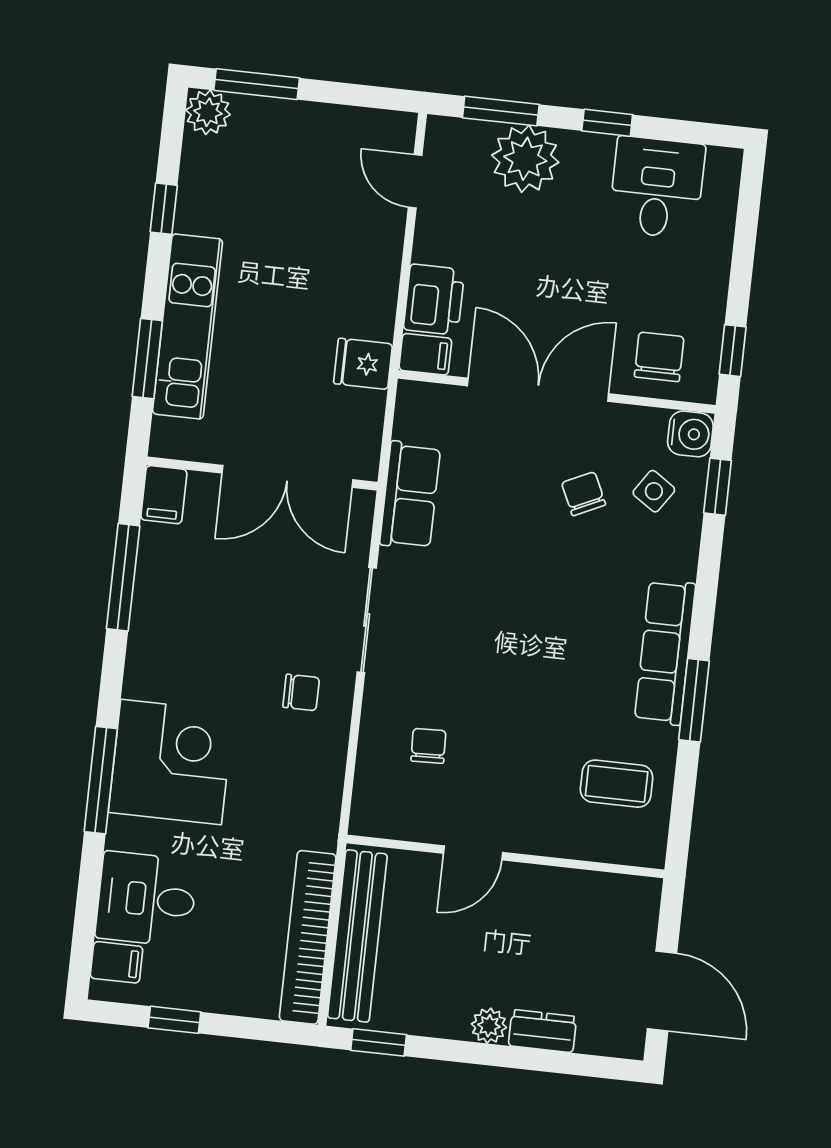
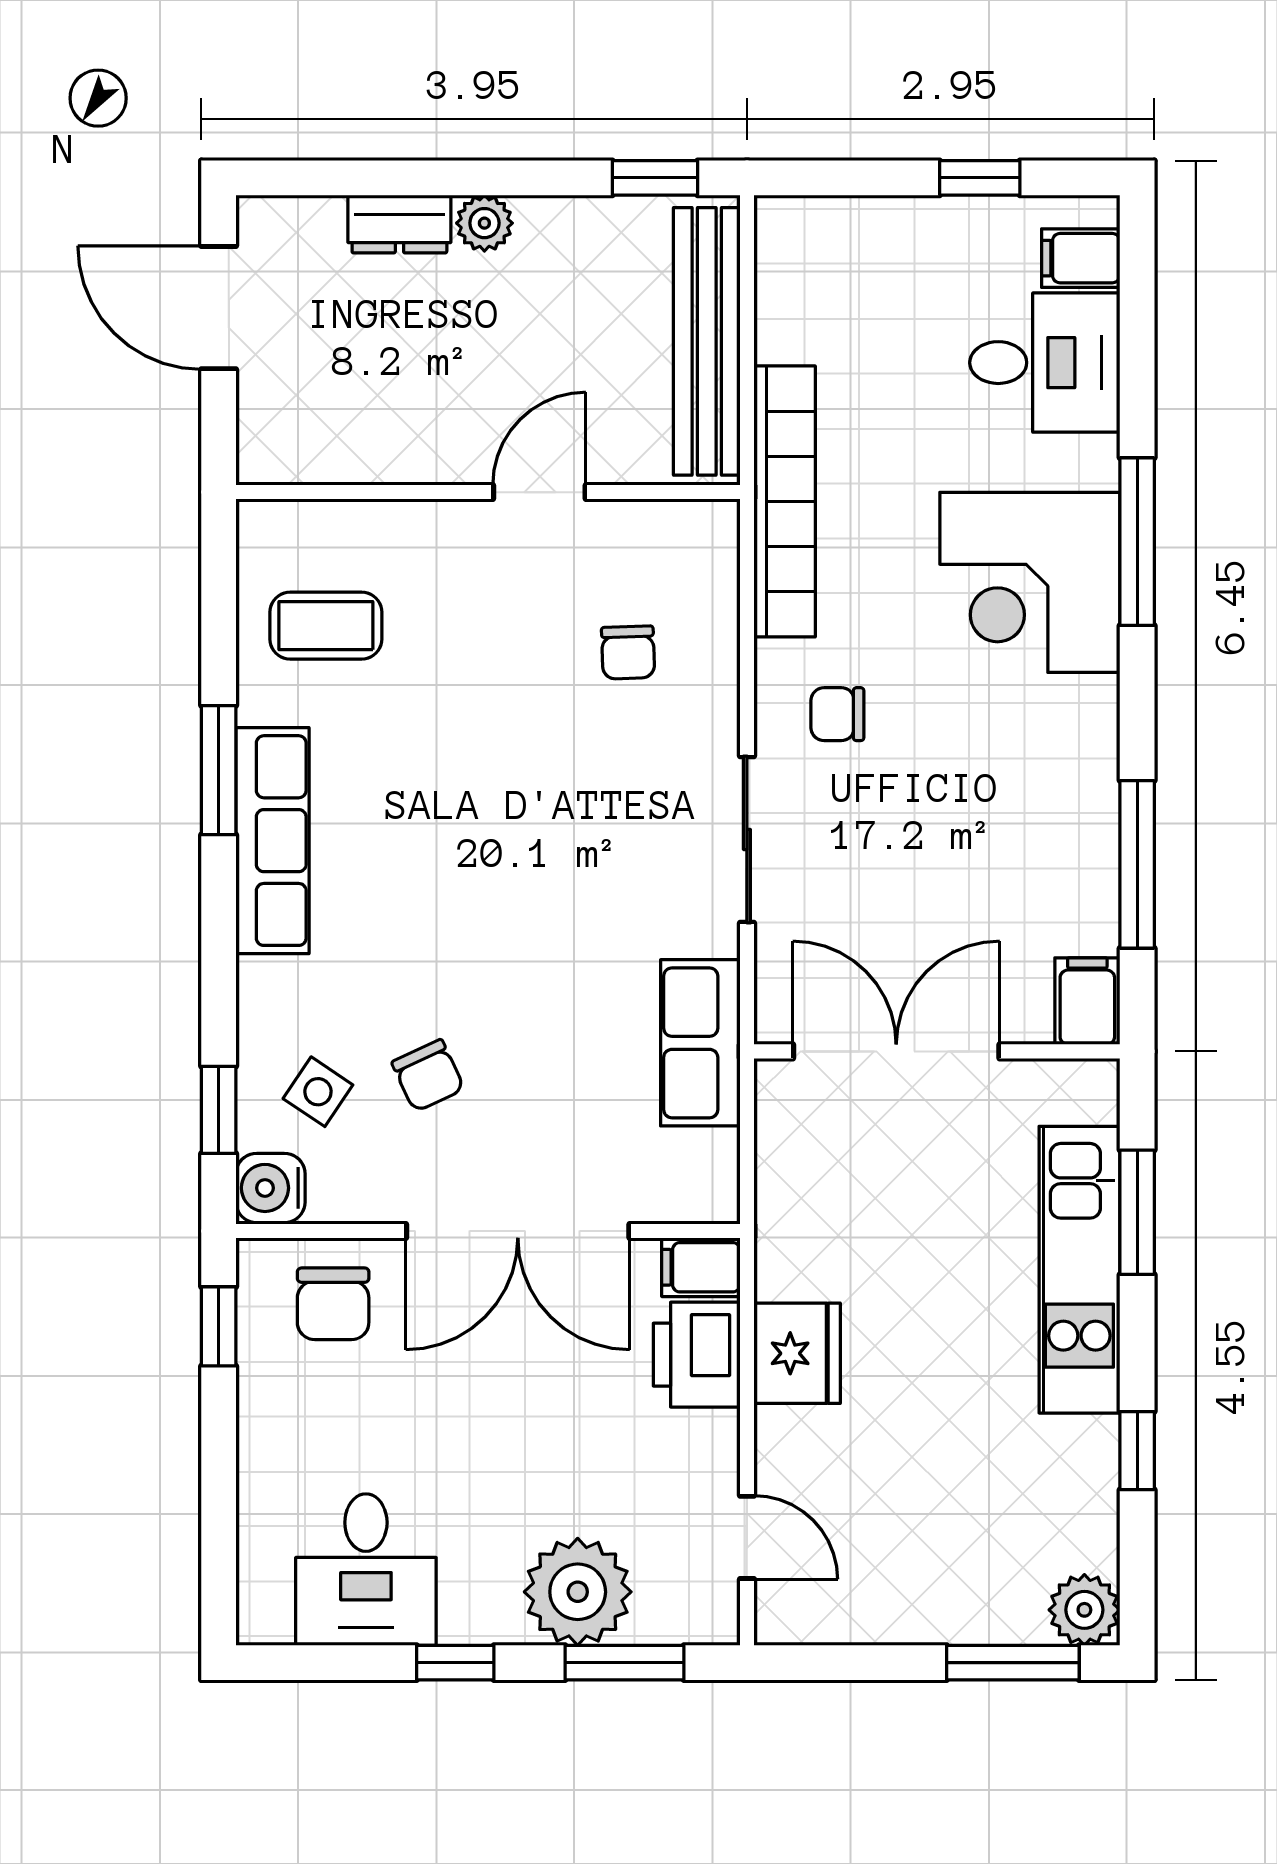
fridge: (363, 364) -> (797, 1353), moved, width x1.38
bookcase: (308, 937) -> (785, 501), moved

